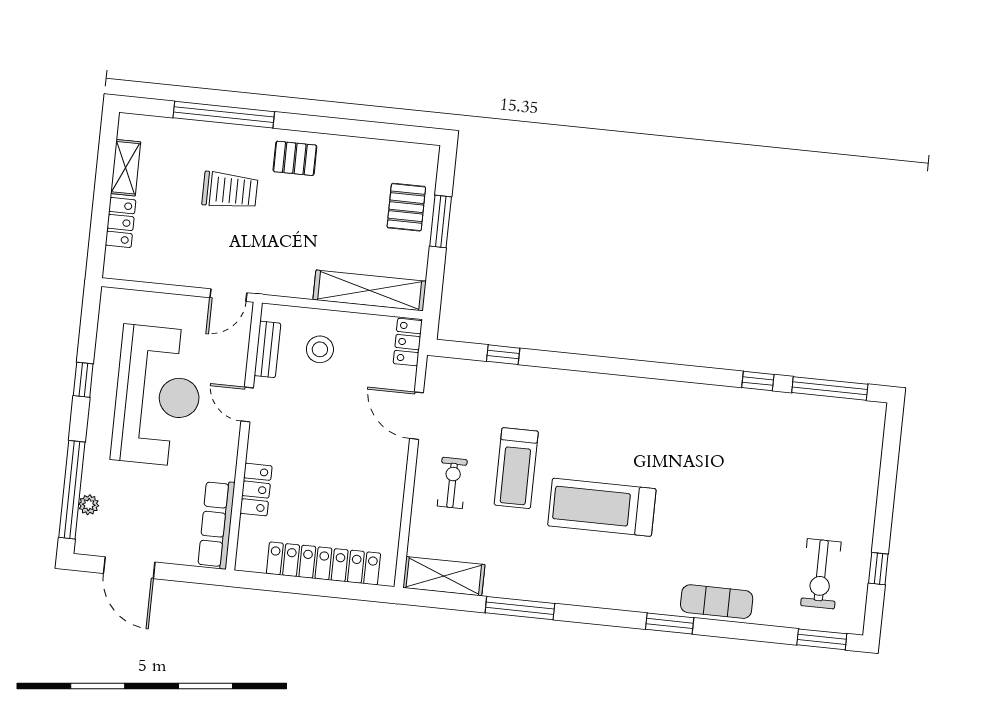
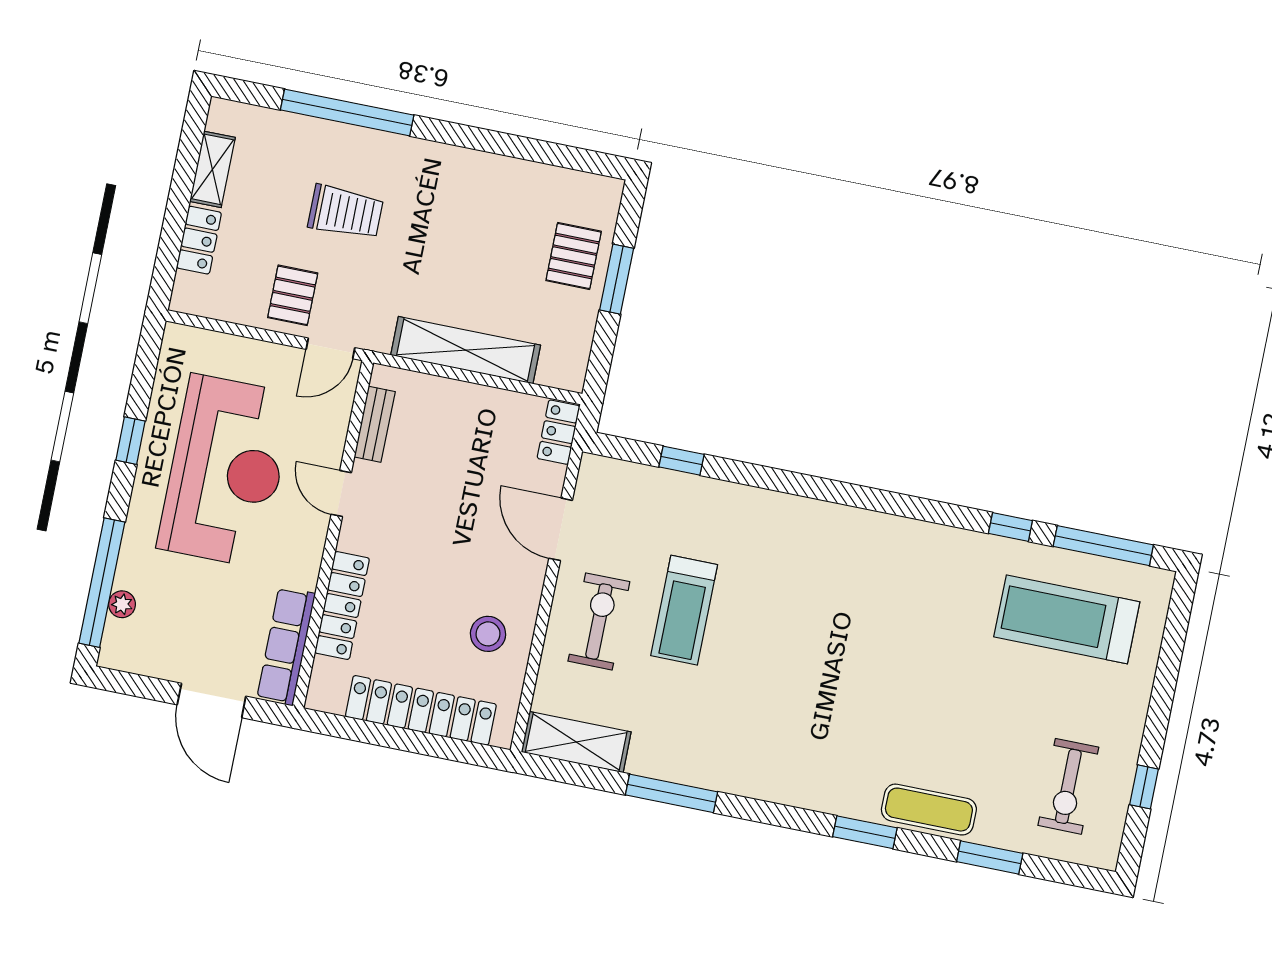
pallet: (295, 158) -> (293, 295), moved, turned 90
shelving: (370, 290) -> (466, 350), moved
stool: (320, 349) -> (488, 634), moved
exercise bike: (452, 483) -> (599, 621), width x1.38, depth x1.39
locker: (256, 490) -> (342, 606), width x1.53
treadmill: (602, 507) -> (1067, 619), moved
door: (129, 568) -> (212, 701), moved
window: (822, 639) -> (990, 857), moved

